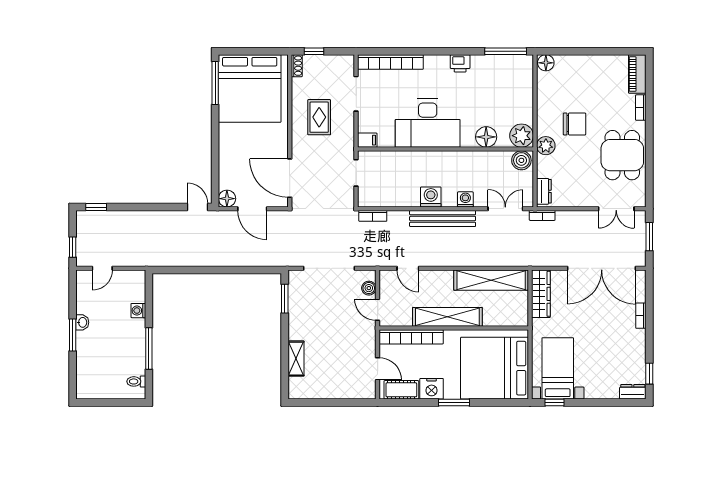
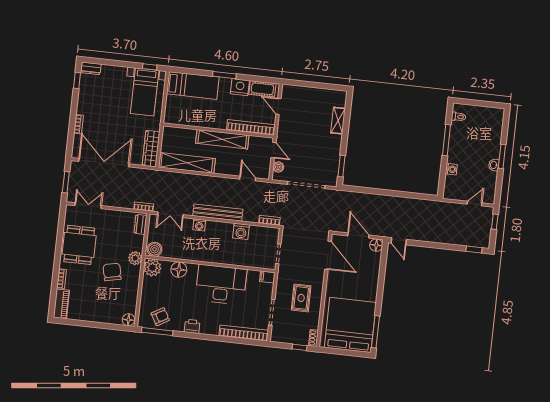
armchair: (504, 71) -> (160, 317), added
chair: (574, 124) -> (112, 272), turned 78
washing machine: (431, 197) -> (241, 231), moved
bed: (495, 368) -> (193, 85), width x0.49

